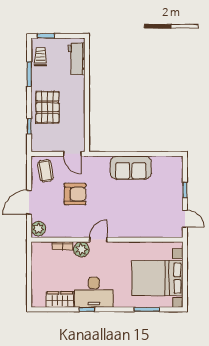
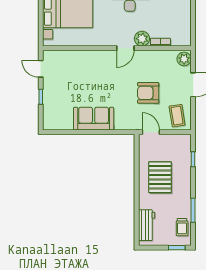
pallet: (48, 107) -> (160, 177), moved

